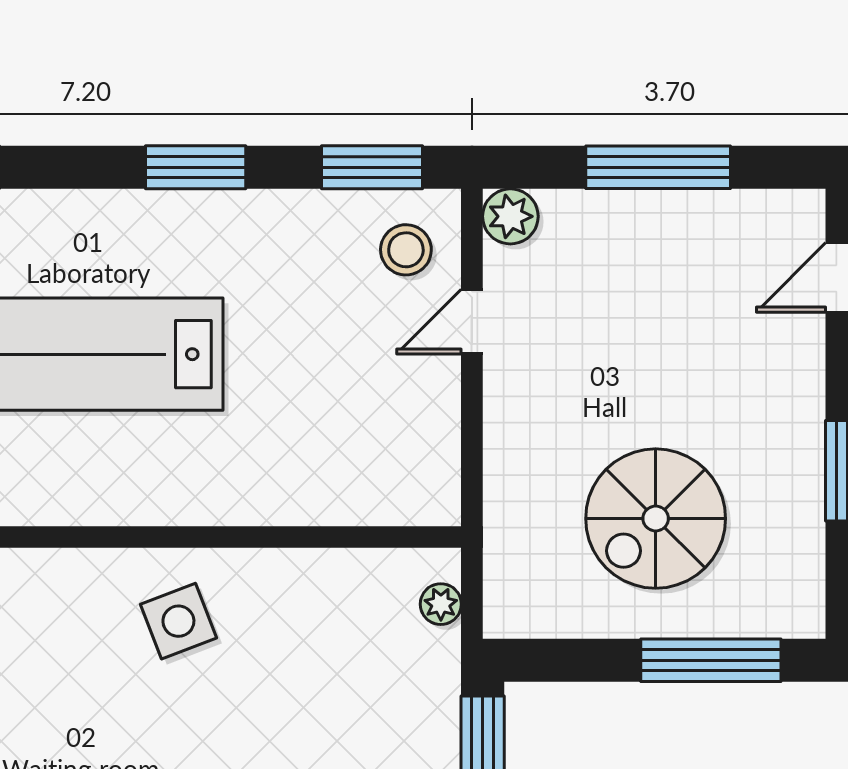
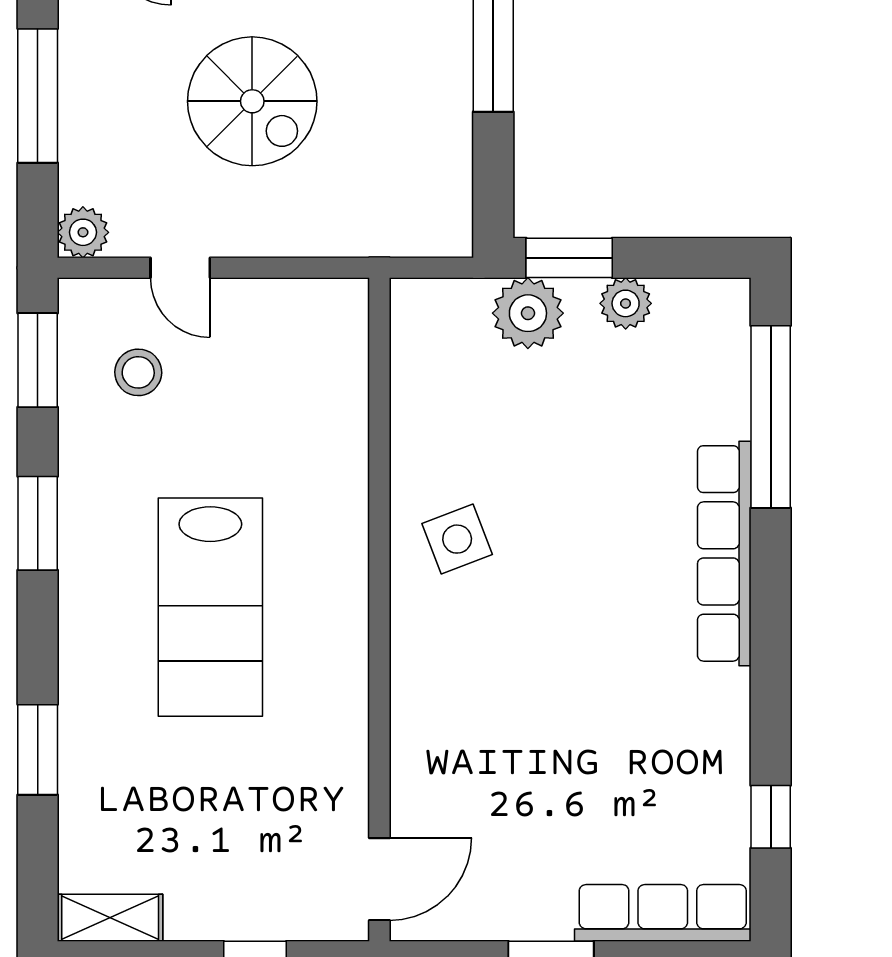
stool: (406, 250) -> (138, 372), moved
spiral stairs: (656, 519) -> (252, 101), moved
plant: (441, 604) -> (528, 313), moved, width x1.87, depth x1.87

